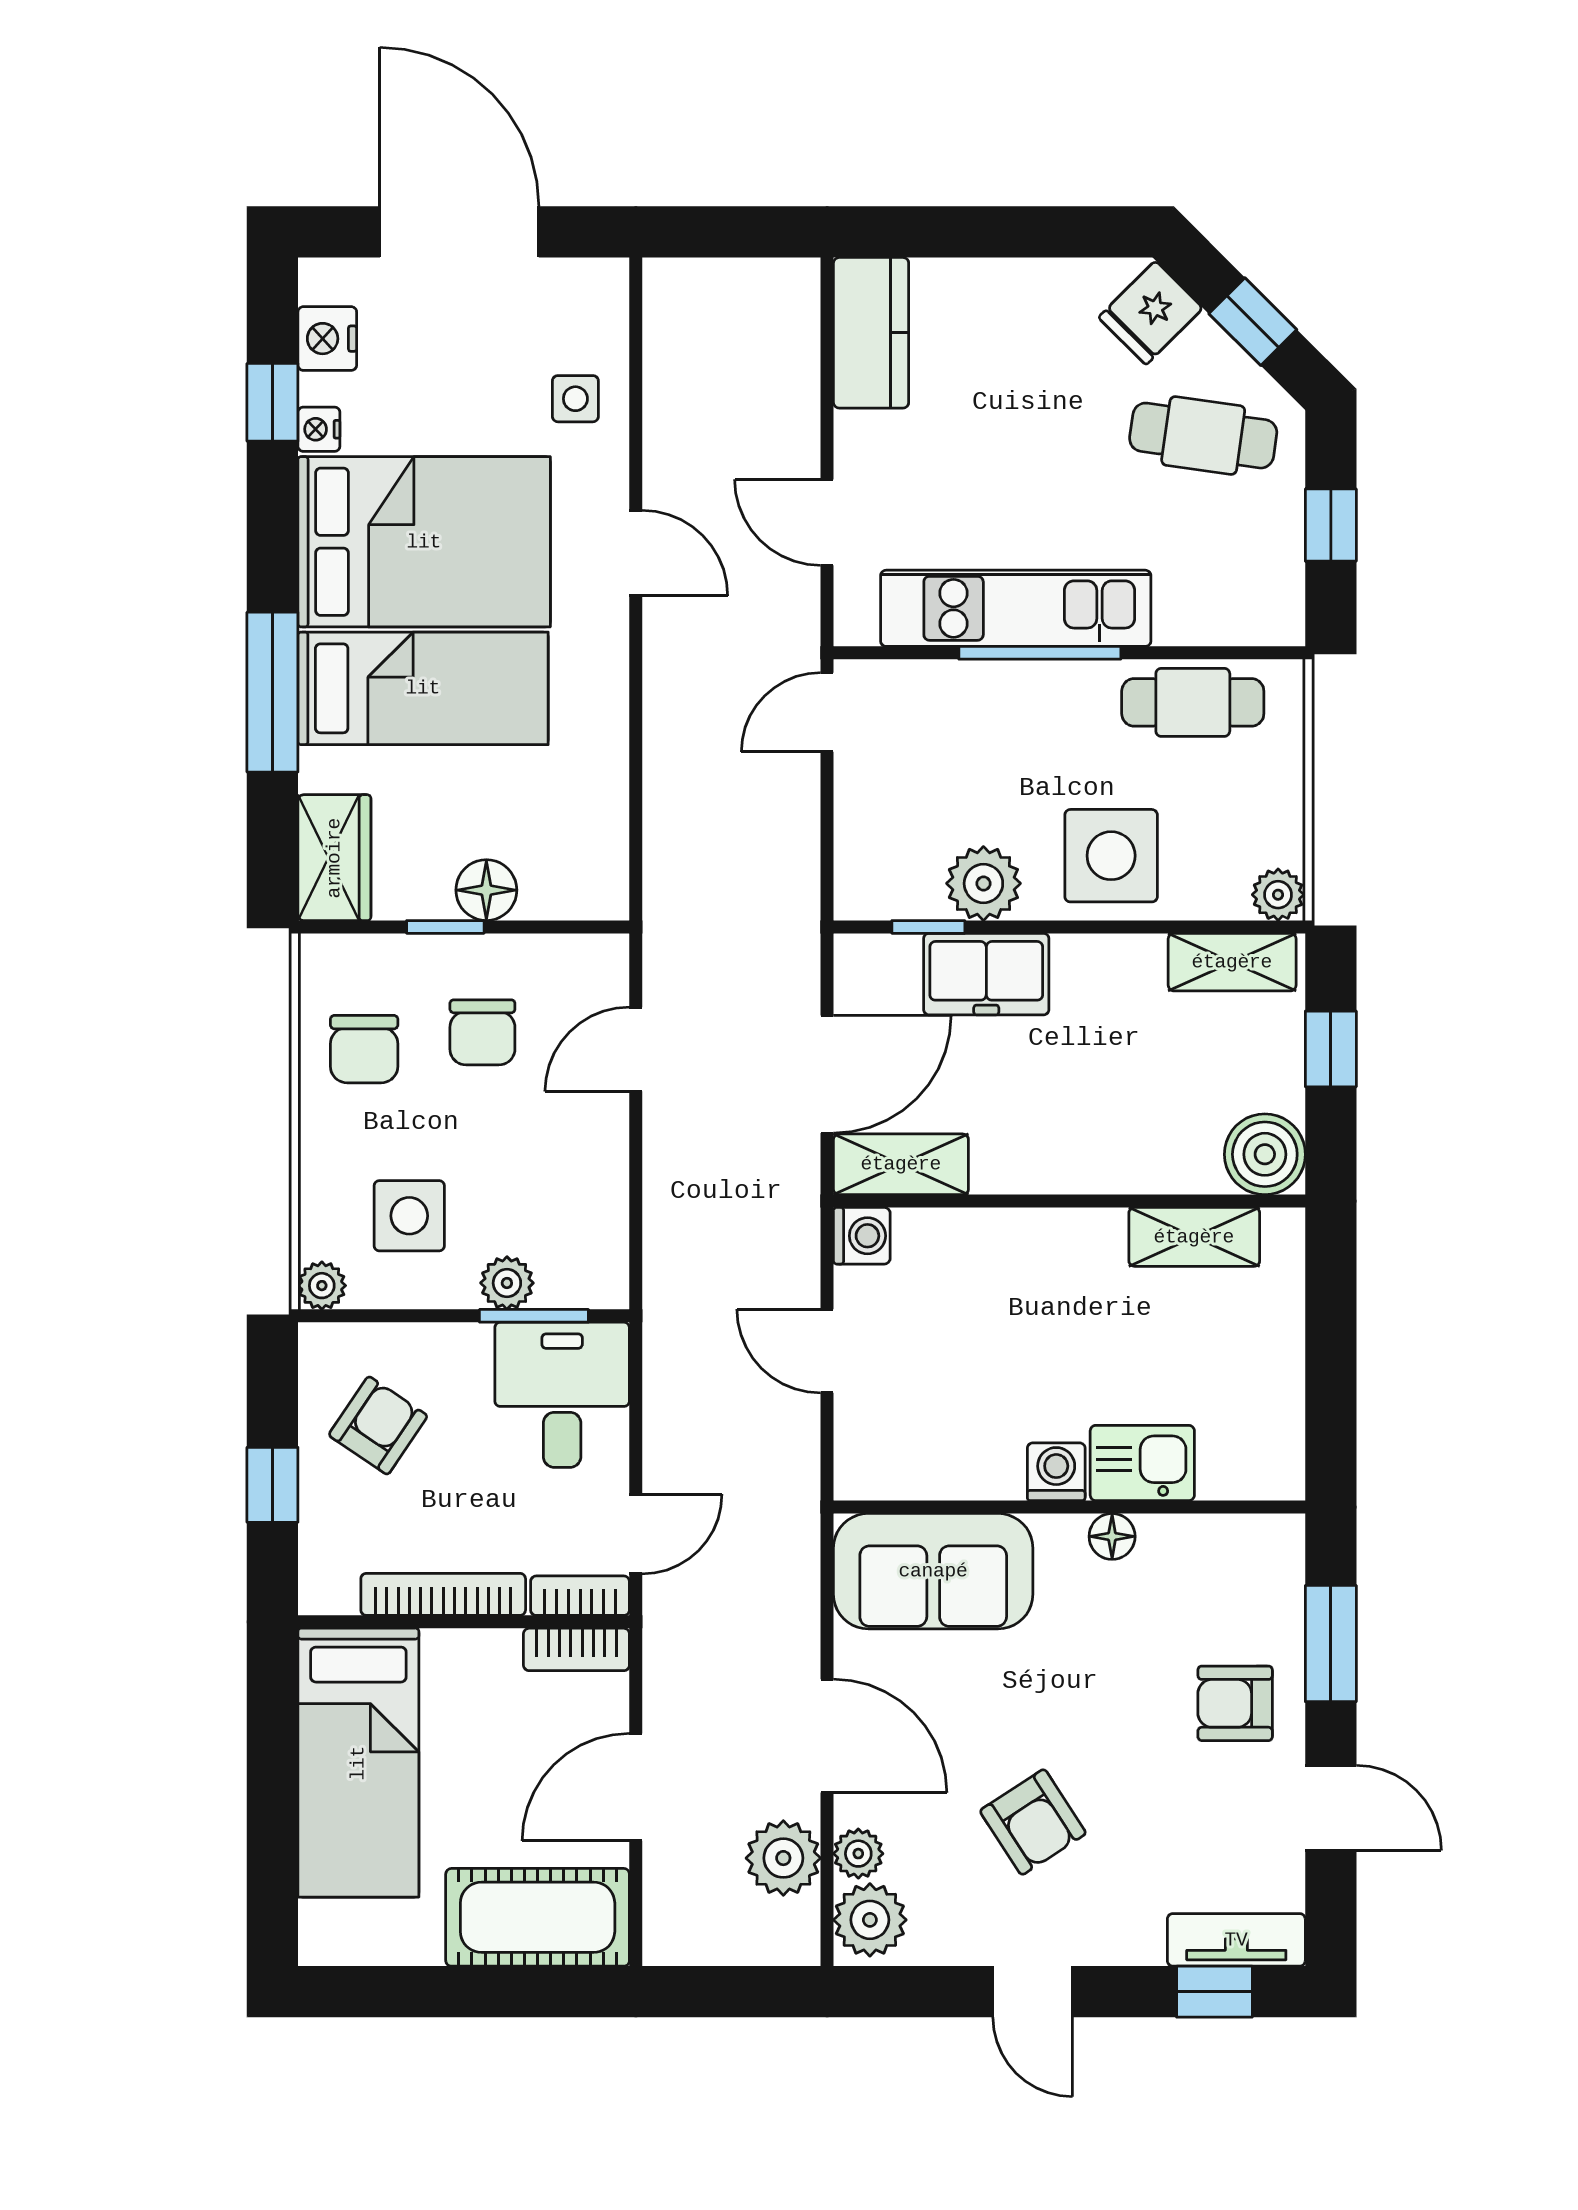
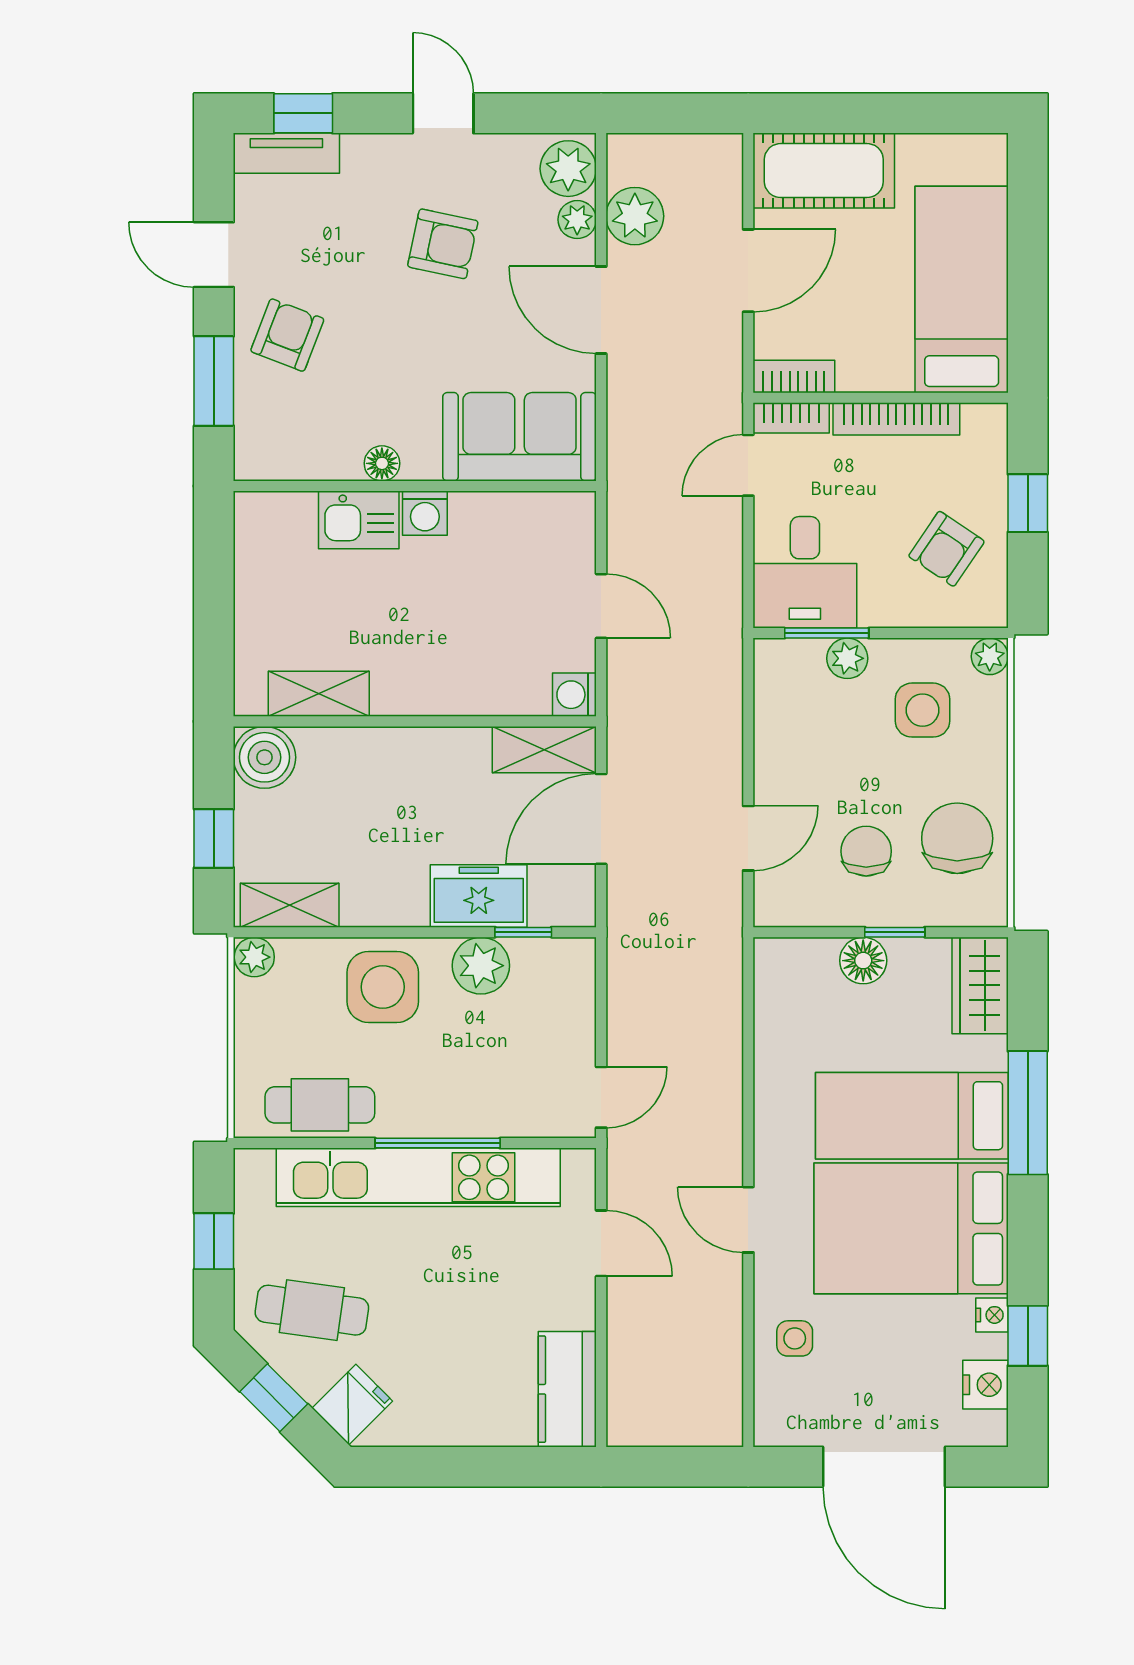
kitchen unit: (1016, 608) -> (418, 1177), width x1.36
chair: (364, 1049) -> (957, 838), width x1.37, depth x1.37
armchair: (1235, 1703) -> (287, 335), turned -69
armchair: (1033, 1822) -> (443, 244), turned 135

